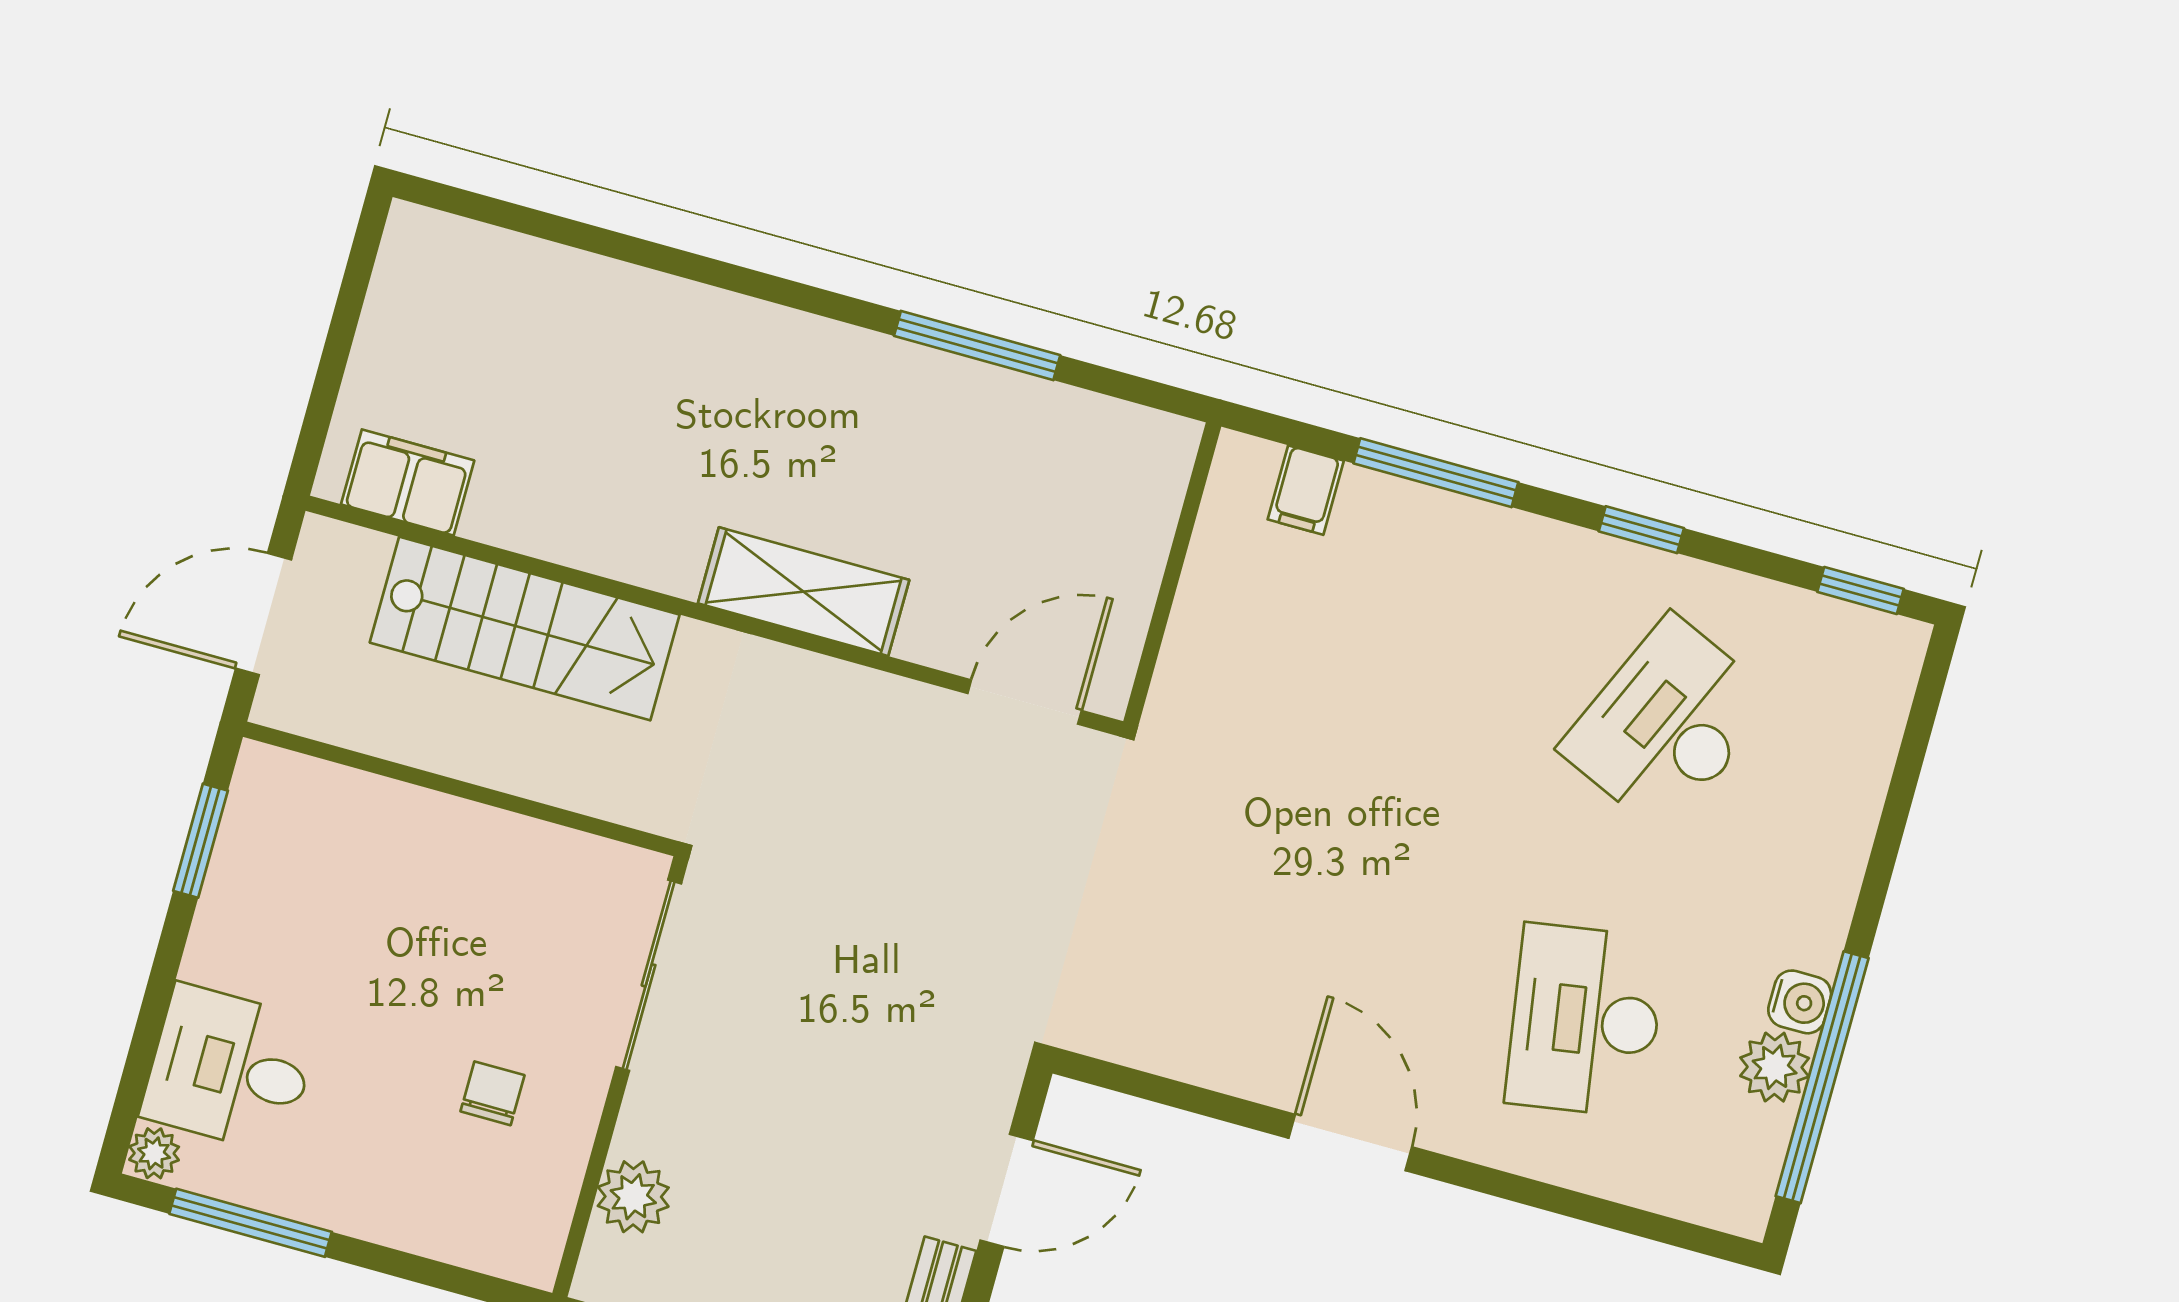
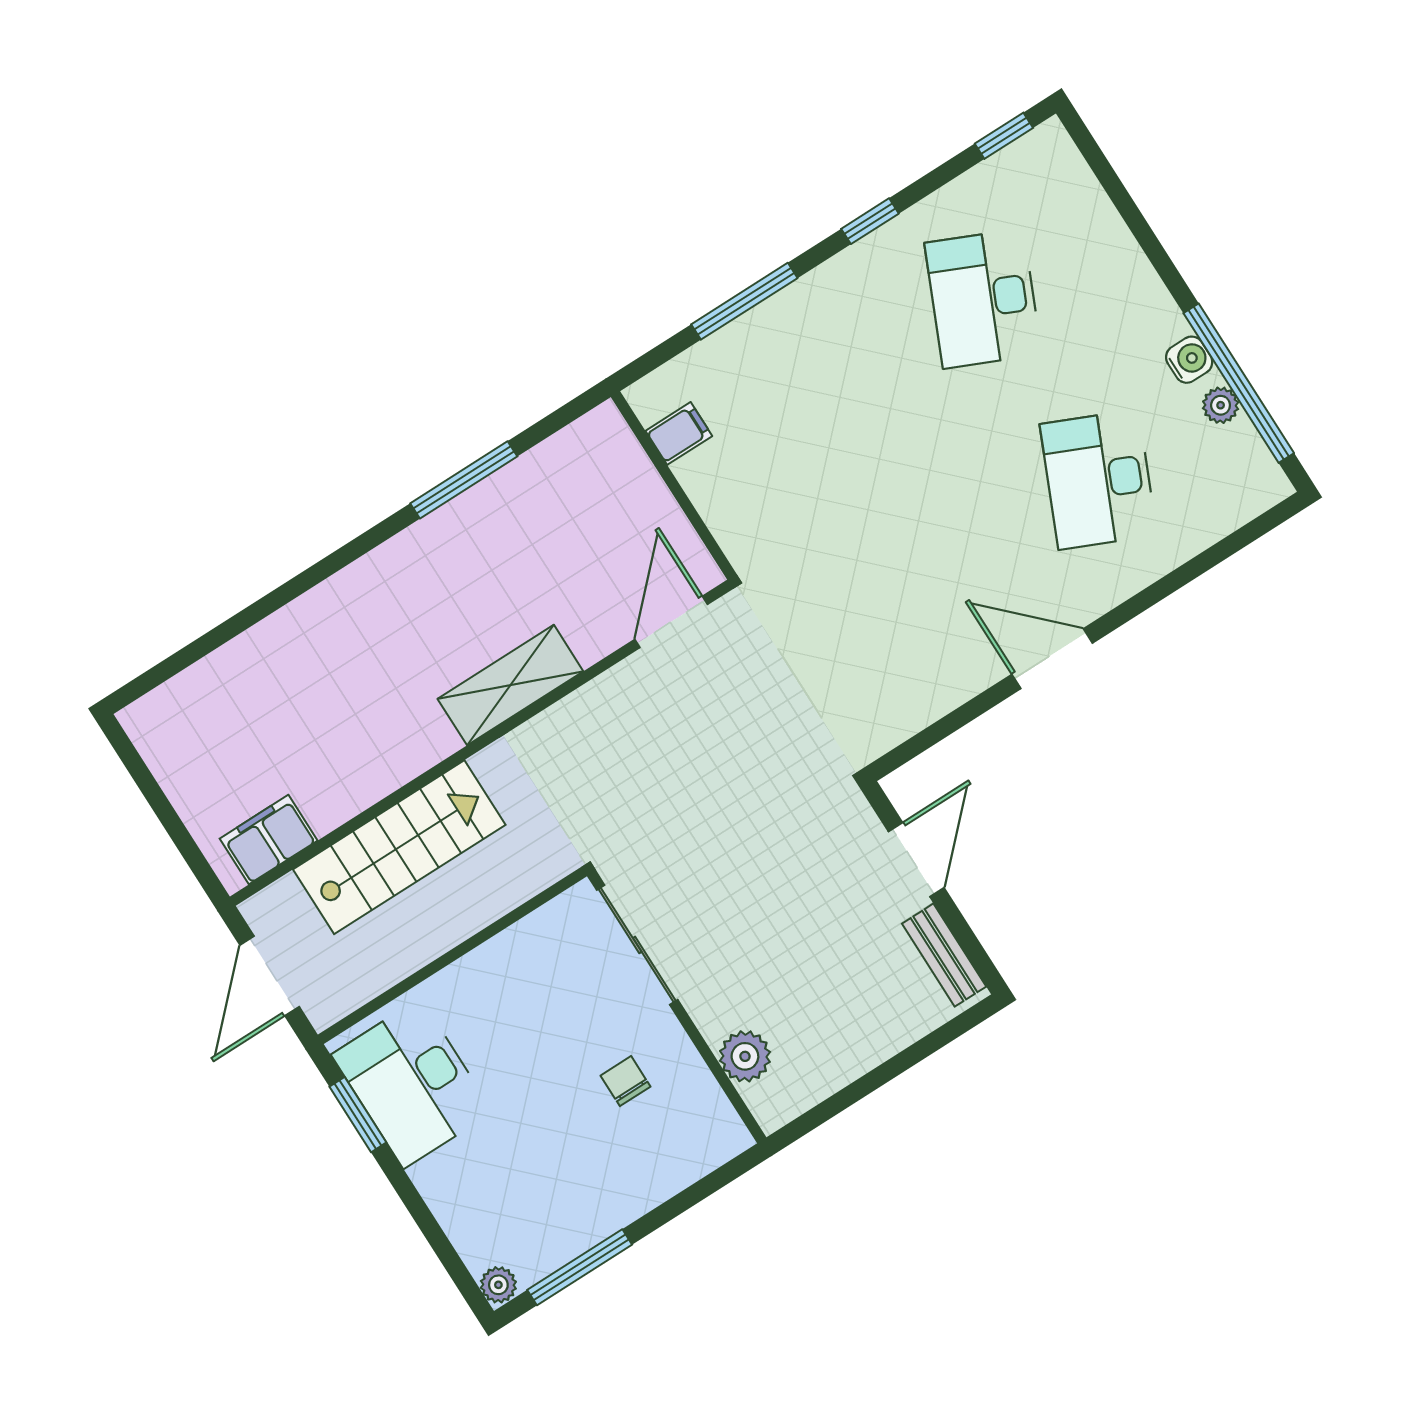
filing cabinet: (1306, 490) -> (679, 433), moved, turned -90
desk: (1585, 1020) -> (1098, 480), turned 33
plant: (1775, 1067) -> (1221, 405), width x0.73, depth x0.73
desk: (230, 1069) -> (412, 1083), moved, width x1.37

